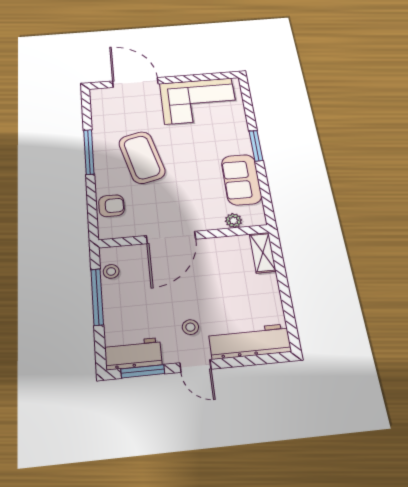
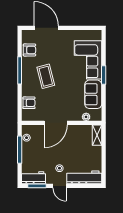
corner sofa: (198, 101) -> (88, 60), moved, turned 90
armchair: (106, 118) -> (29, 50), added
coffee table: (142, 157) -> (46, 76), width x0.73, depth x0.76

